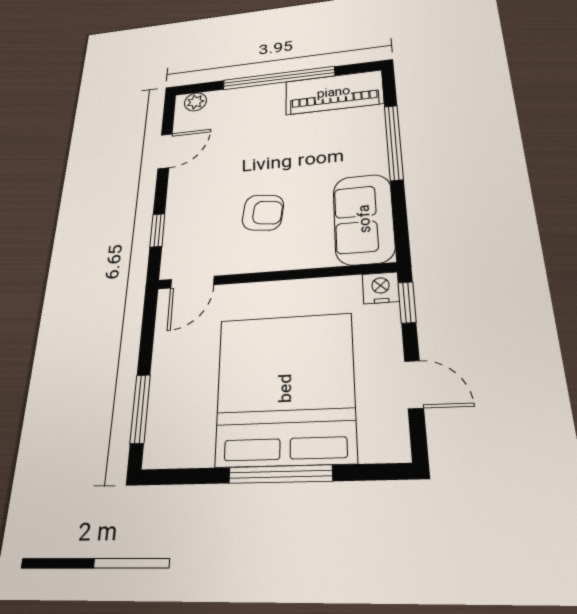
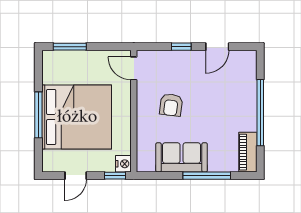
piano: (334, 92) -> (248, 152), width x0.73, depth x0.75
plant: (195, 102) -> (250, 63), removed
door: (165, 151) -> (217, 47), hinge flipped
sofa: (364, 219) -> (182, 157), moved
window: (157, 230) -> (181, 47), moved

